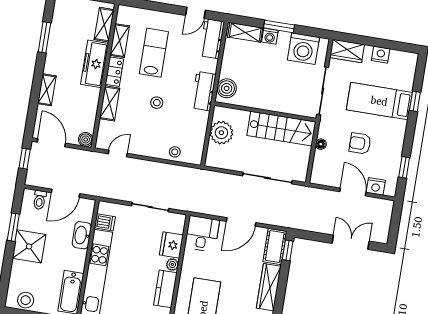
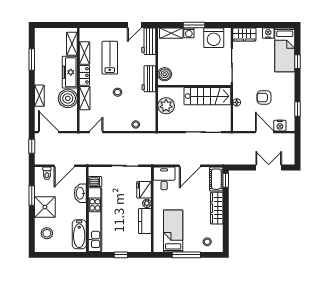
bed: (379, 101) -> (285, 50), moved, turned -90
boiler: (86, 139) -> (68, 98), moved, width x1.86, depth x1.86
stool: (26, 300) -> (47, 233), moved

